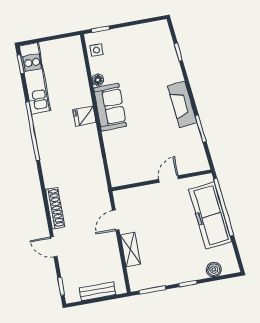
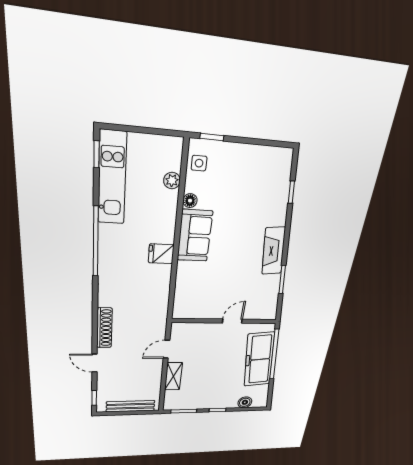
plant: (80, 68) -> (172, 181), added
fridge: (84, 116) -> (161, 254), moved
bench: (98, 291) -> (131, 406), width x1.36

